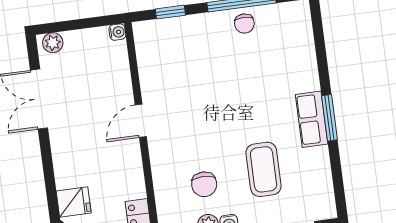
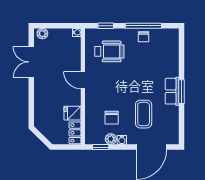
wheelchair: (184, 60) -> (109, 51), added
door: (141, 121) -> (83, 80), hinge flipped
fridge: (74, 202) -> (73, 113), moved, turned 180

